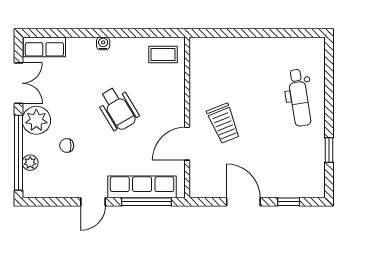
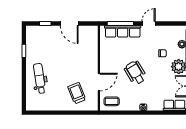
trolley: (224, 123) -> (77, 93), moved
door: (187, 144) -> (99, 82), moved

